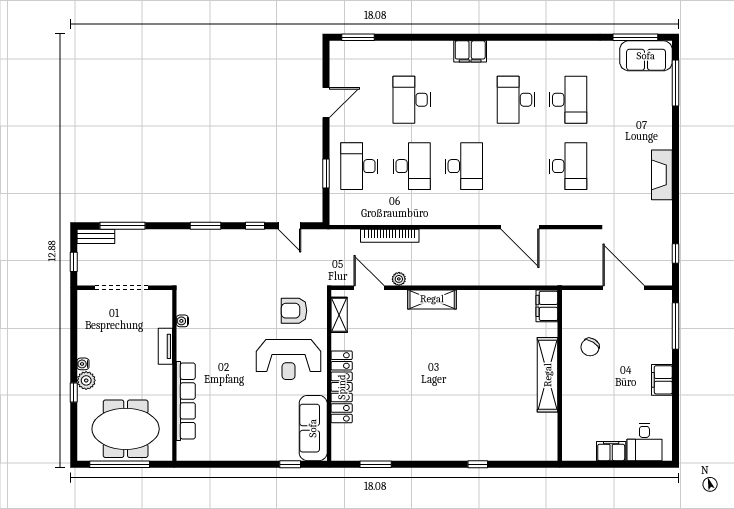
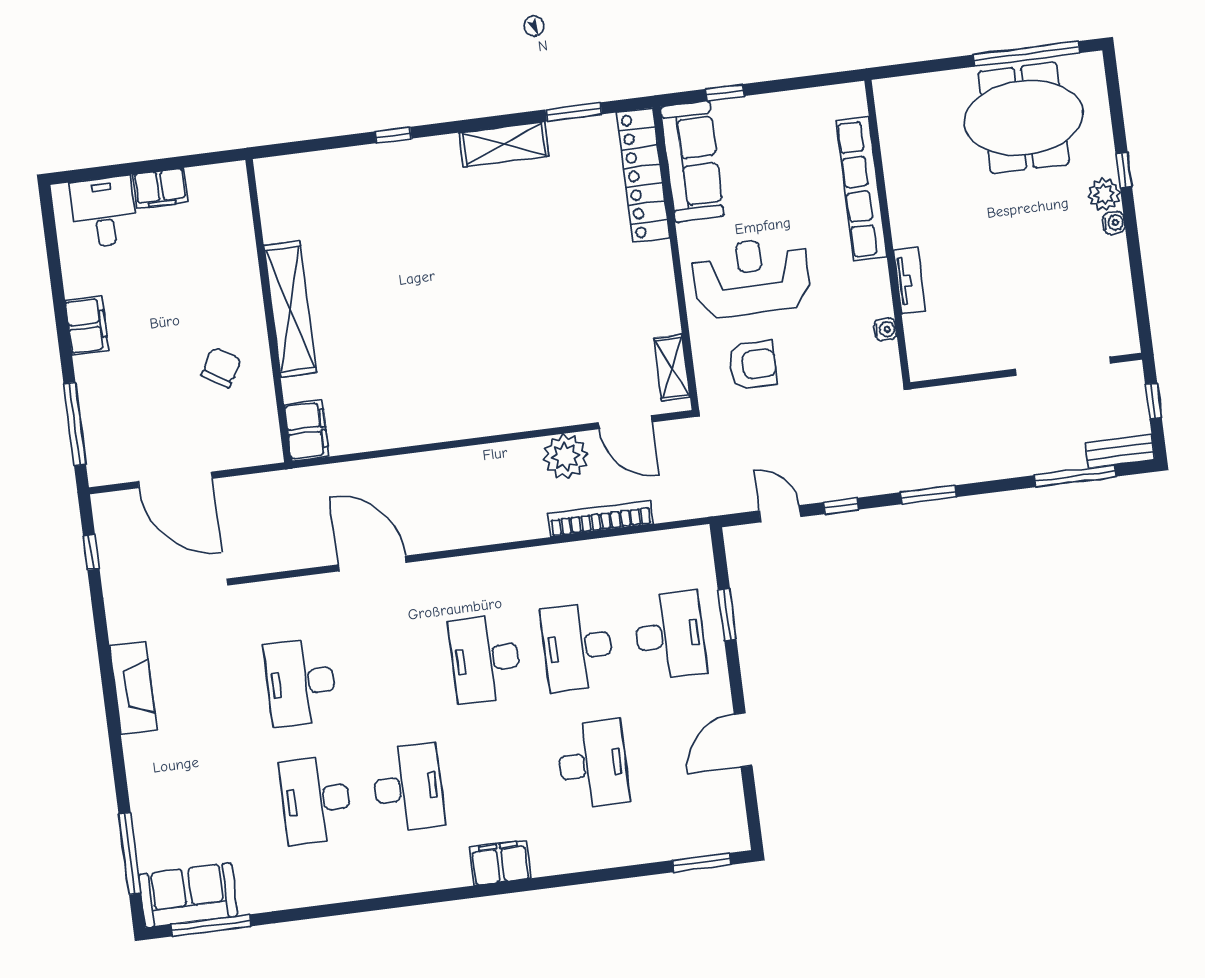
plant: (399, 279) -> (565, 456), width x1.88, depth x1.88
shelving: (432, 299) -> (504, 144), moved
water cooler: (182, 321) -> (885, 329), moved
tv unit: (165, 346) -> (910, 281), moved
wall: (174, 375) -> (887, 231), moved
locker: (342, 387) -> (643, 175), moved
row of seats: (186, 401) -> (861, 189), moved

